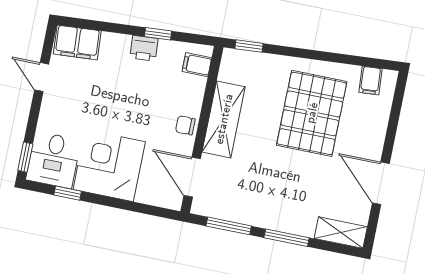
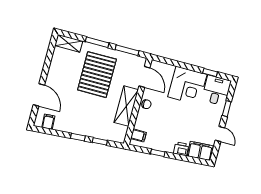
window: (249, 46) -> (100, 141), moved
printer: (144, 48) -> (181, 149), moved
window: (312, 55) -> (78, 137), added
pallet: (312, 113) -> (97, 75), moved
window: (25, 157) -> (227, 109), moved
door: (381, 183) -> (39, 95), moved

